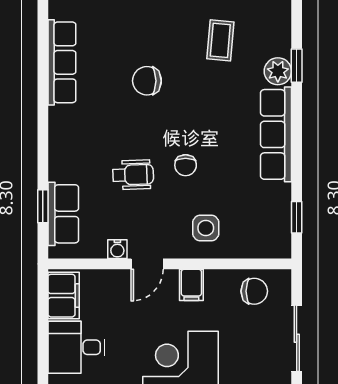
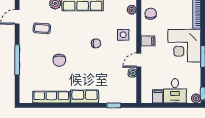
wheelchair: (133, 175) -> (100, 66), removed
row of seats: (63, 214) -> (85, 97), moved
plant: (263, 248) -> (132, 10), added
door: (147, 264) -> (139, 60), swing flipped
filing cabinet: (64, 296) -> (158, 96), width x0.50

